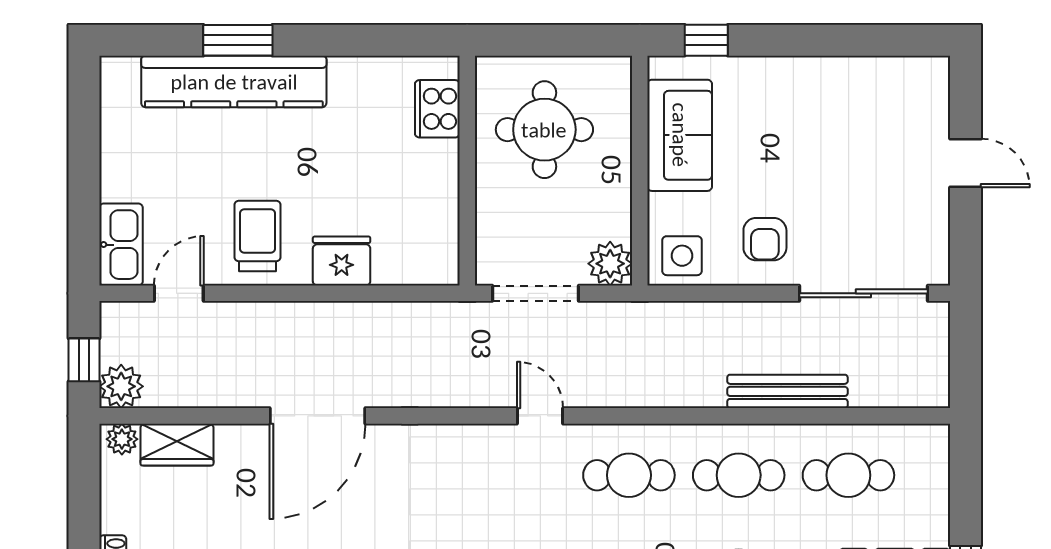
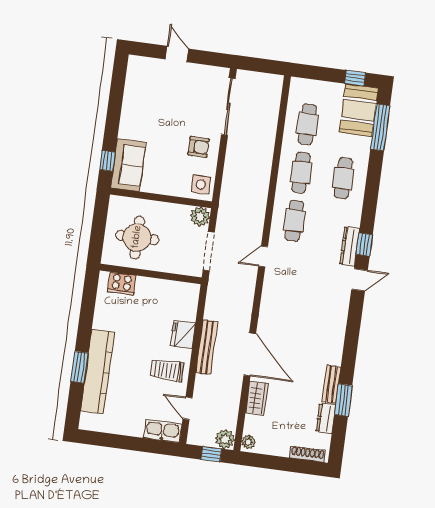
sofa: (680, 135) -> (128, 165), moved, turned 90
door: (966, 163) -> (177, 54), hinge flipped
bench: (787, 391) -> (207, 347), moved
wardrobe: (177, 445) -> (257, 398), moved

